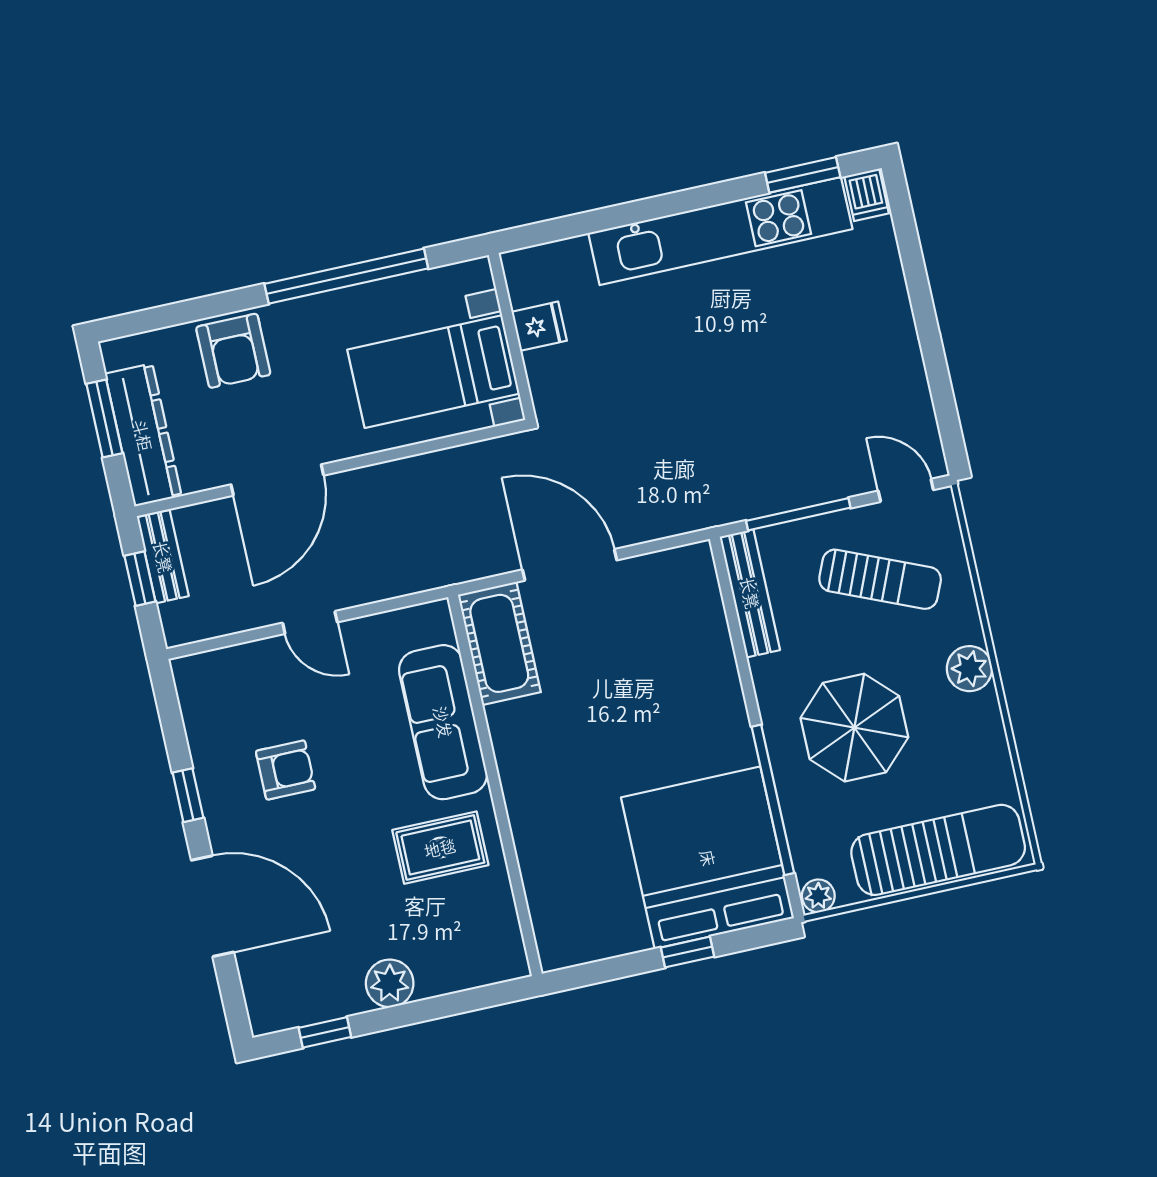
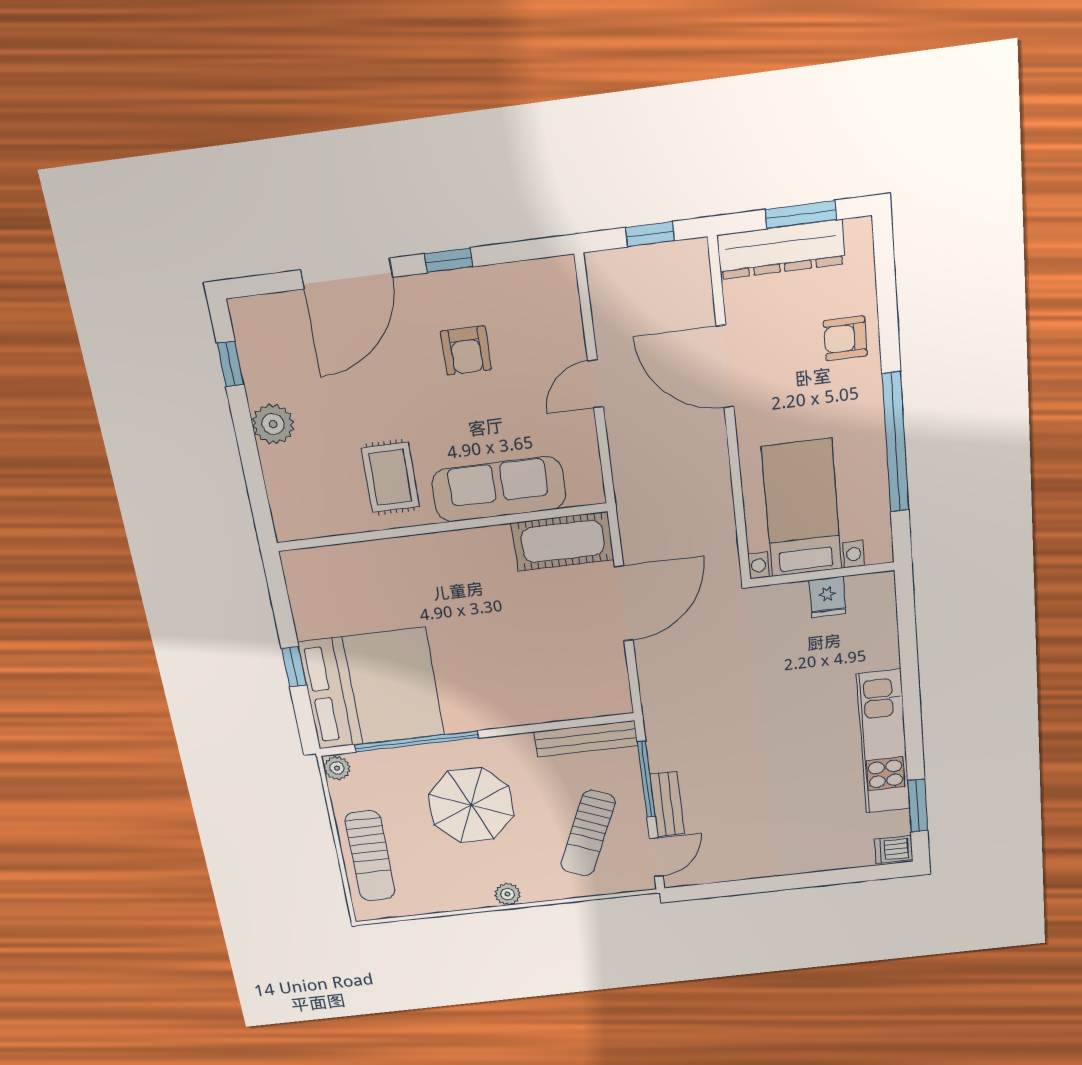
kitchen unit: (720, 231) -> (883, 742), width x0.73
armchair: (233, 351) -> (845, 338), width x0.72, depth x0.72
bench: (163, 557) -> (667, 804), moved, turned 90
plant: (969, 669) -> (507, 894), width x0.73, depth x0.73
sun lounger: (938, 850) -> (370, 856), width x0.73, depth x0.75

